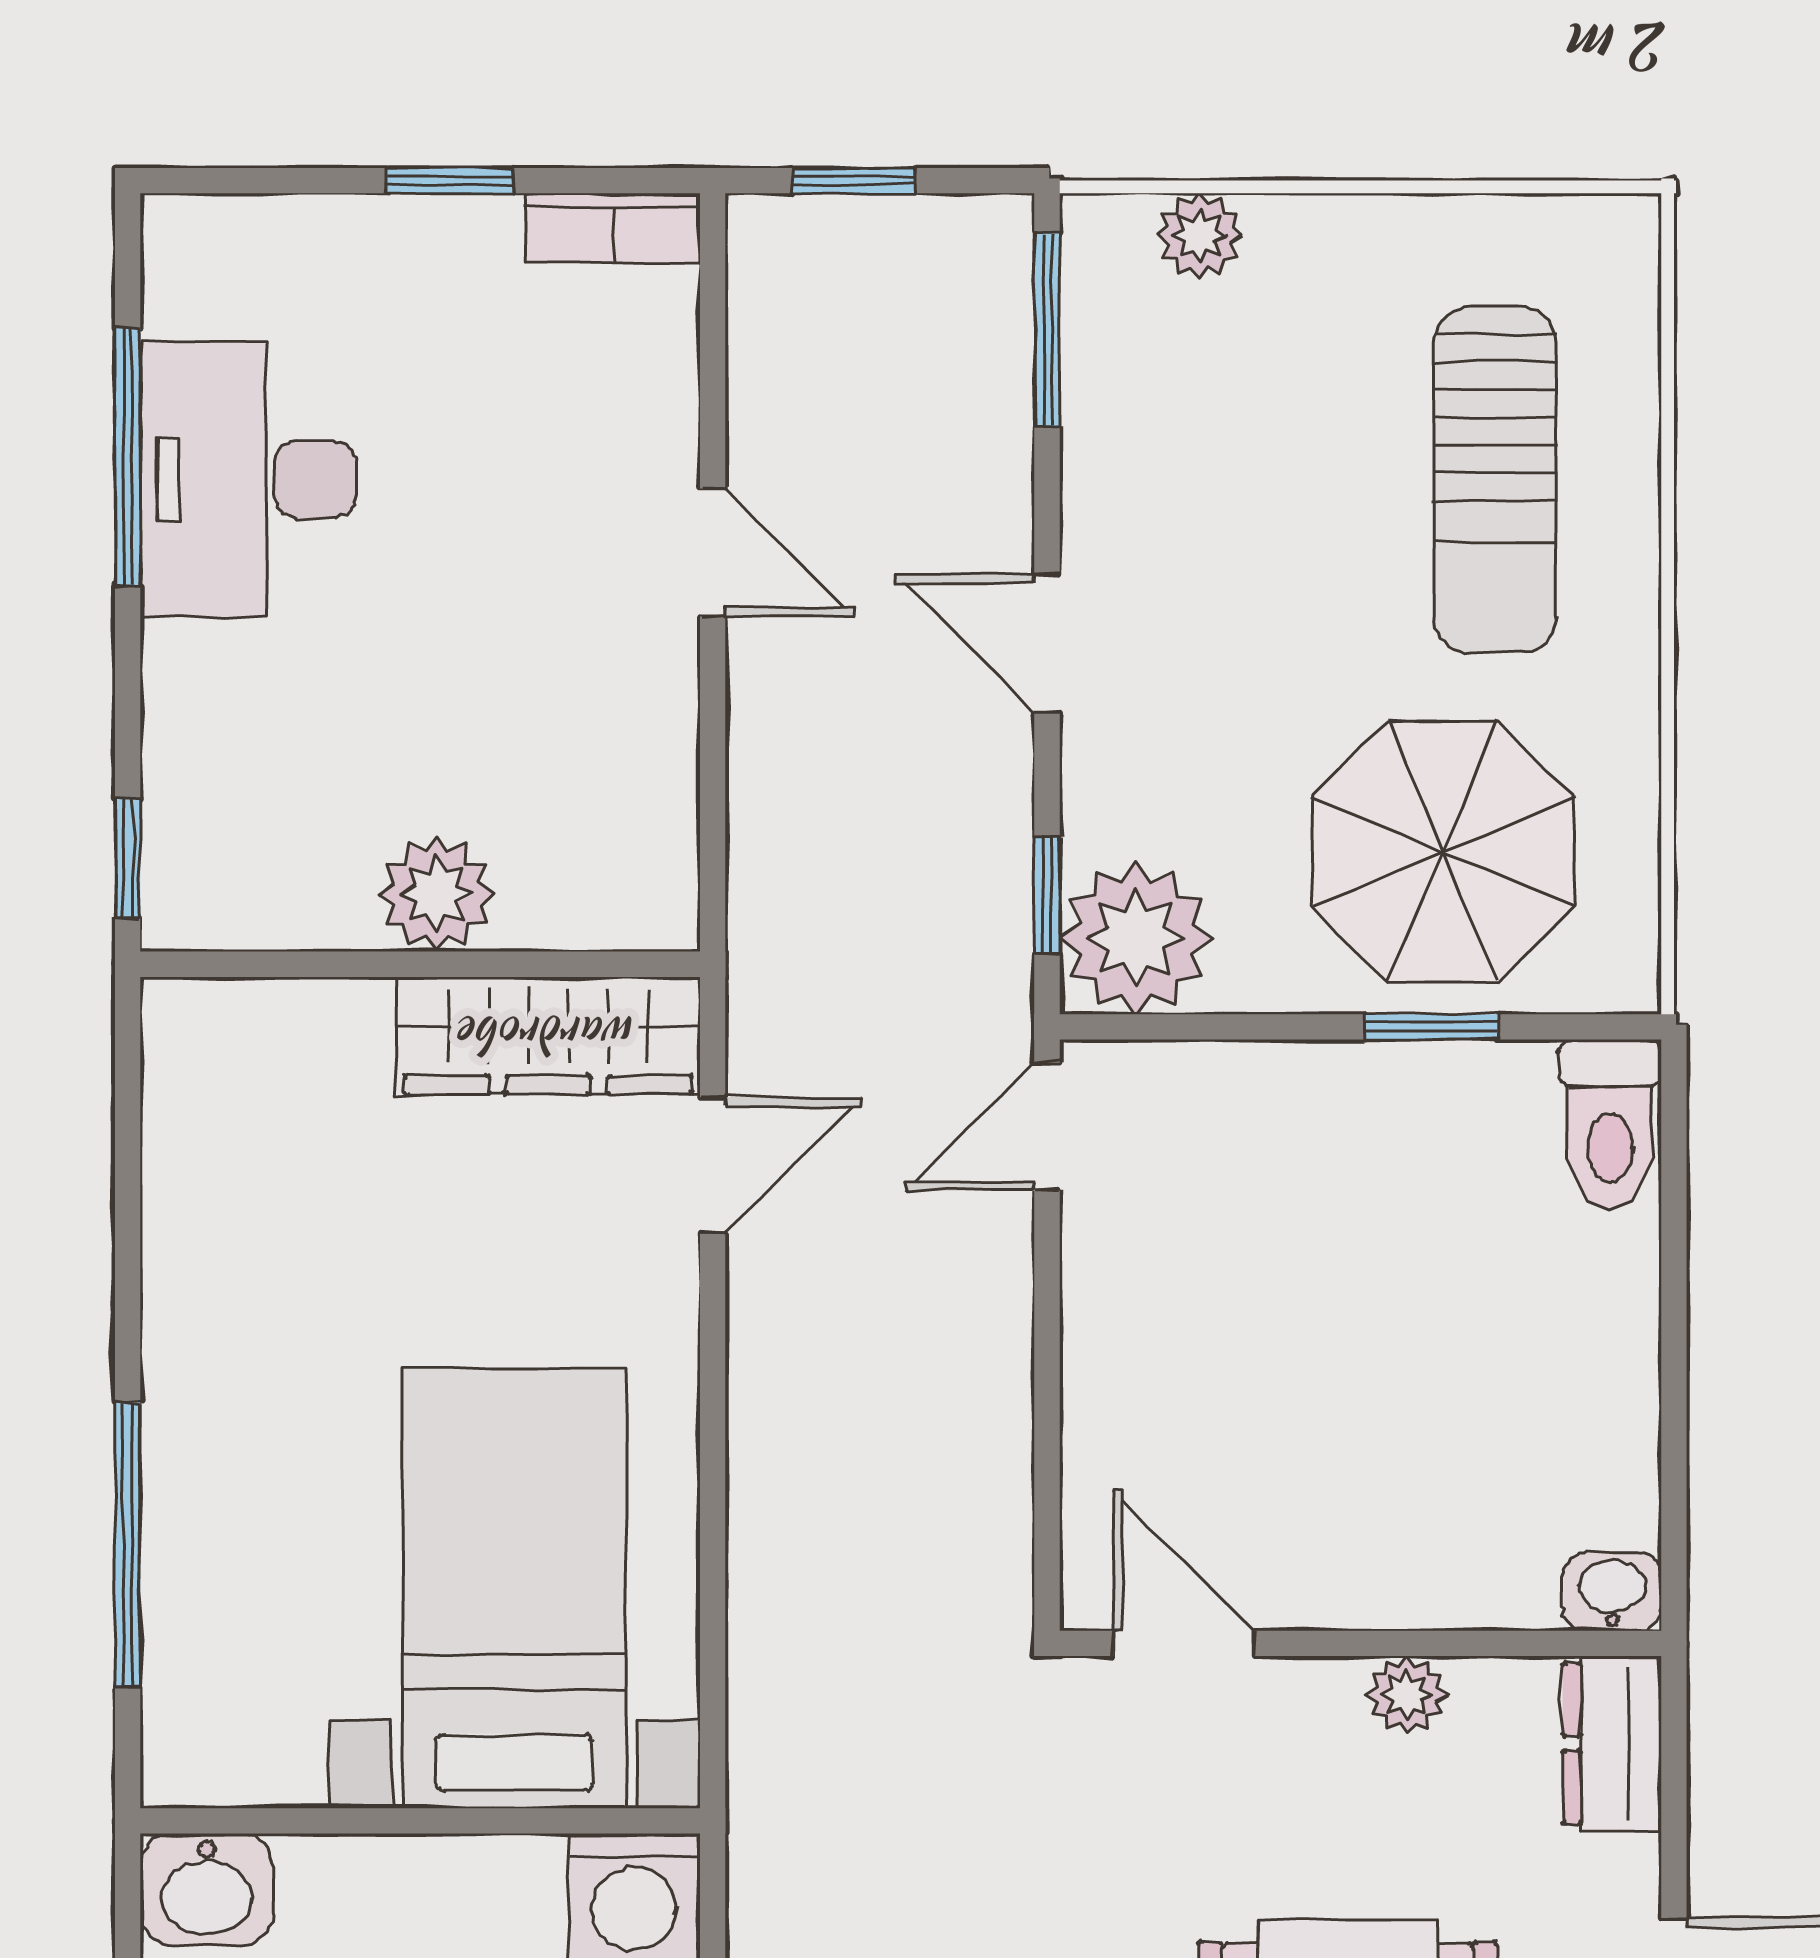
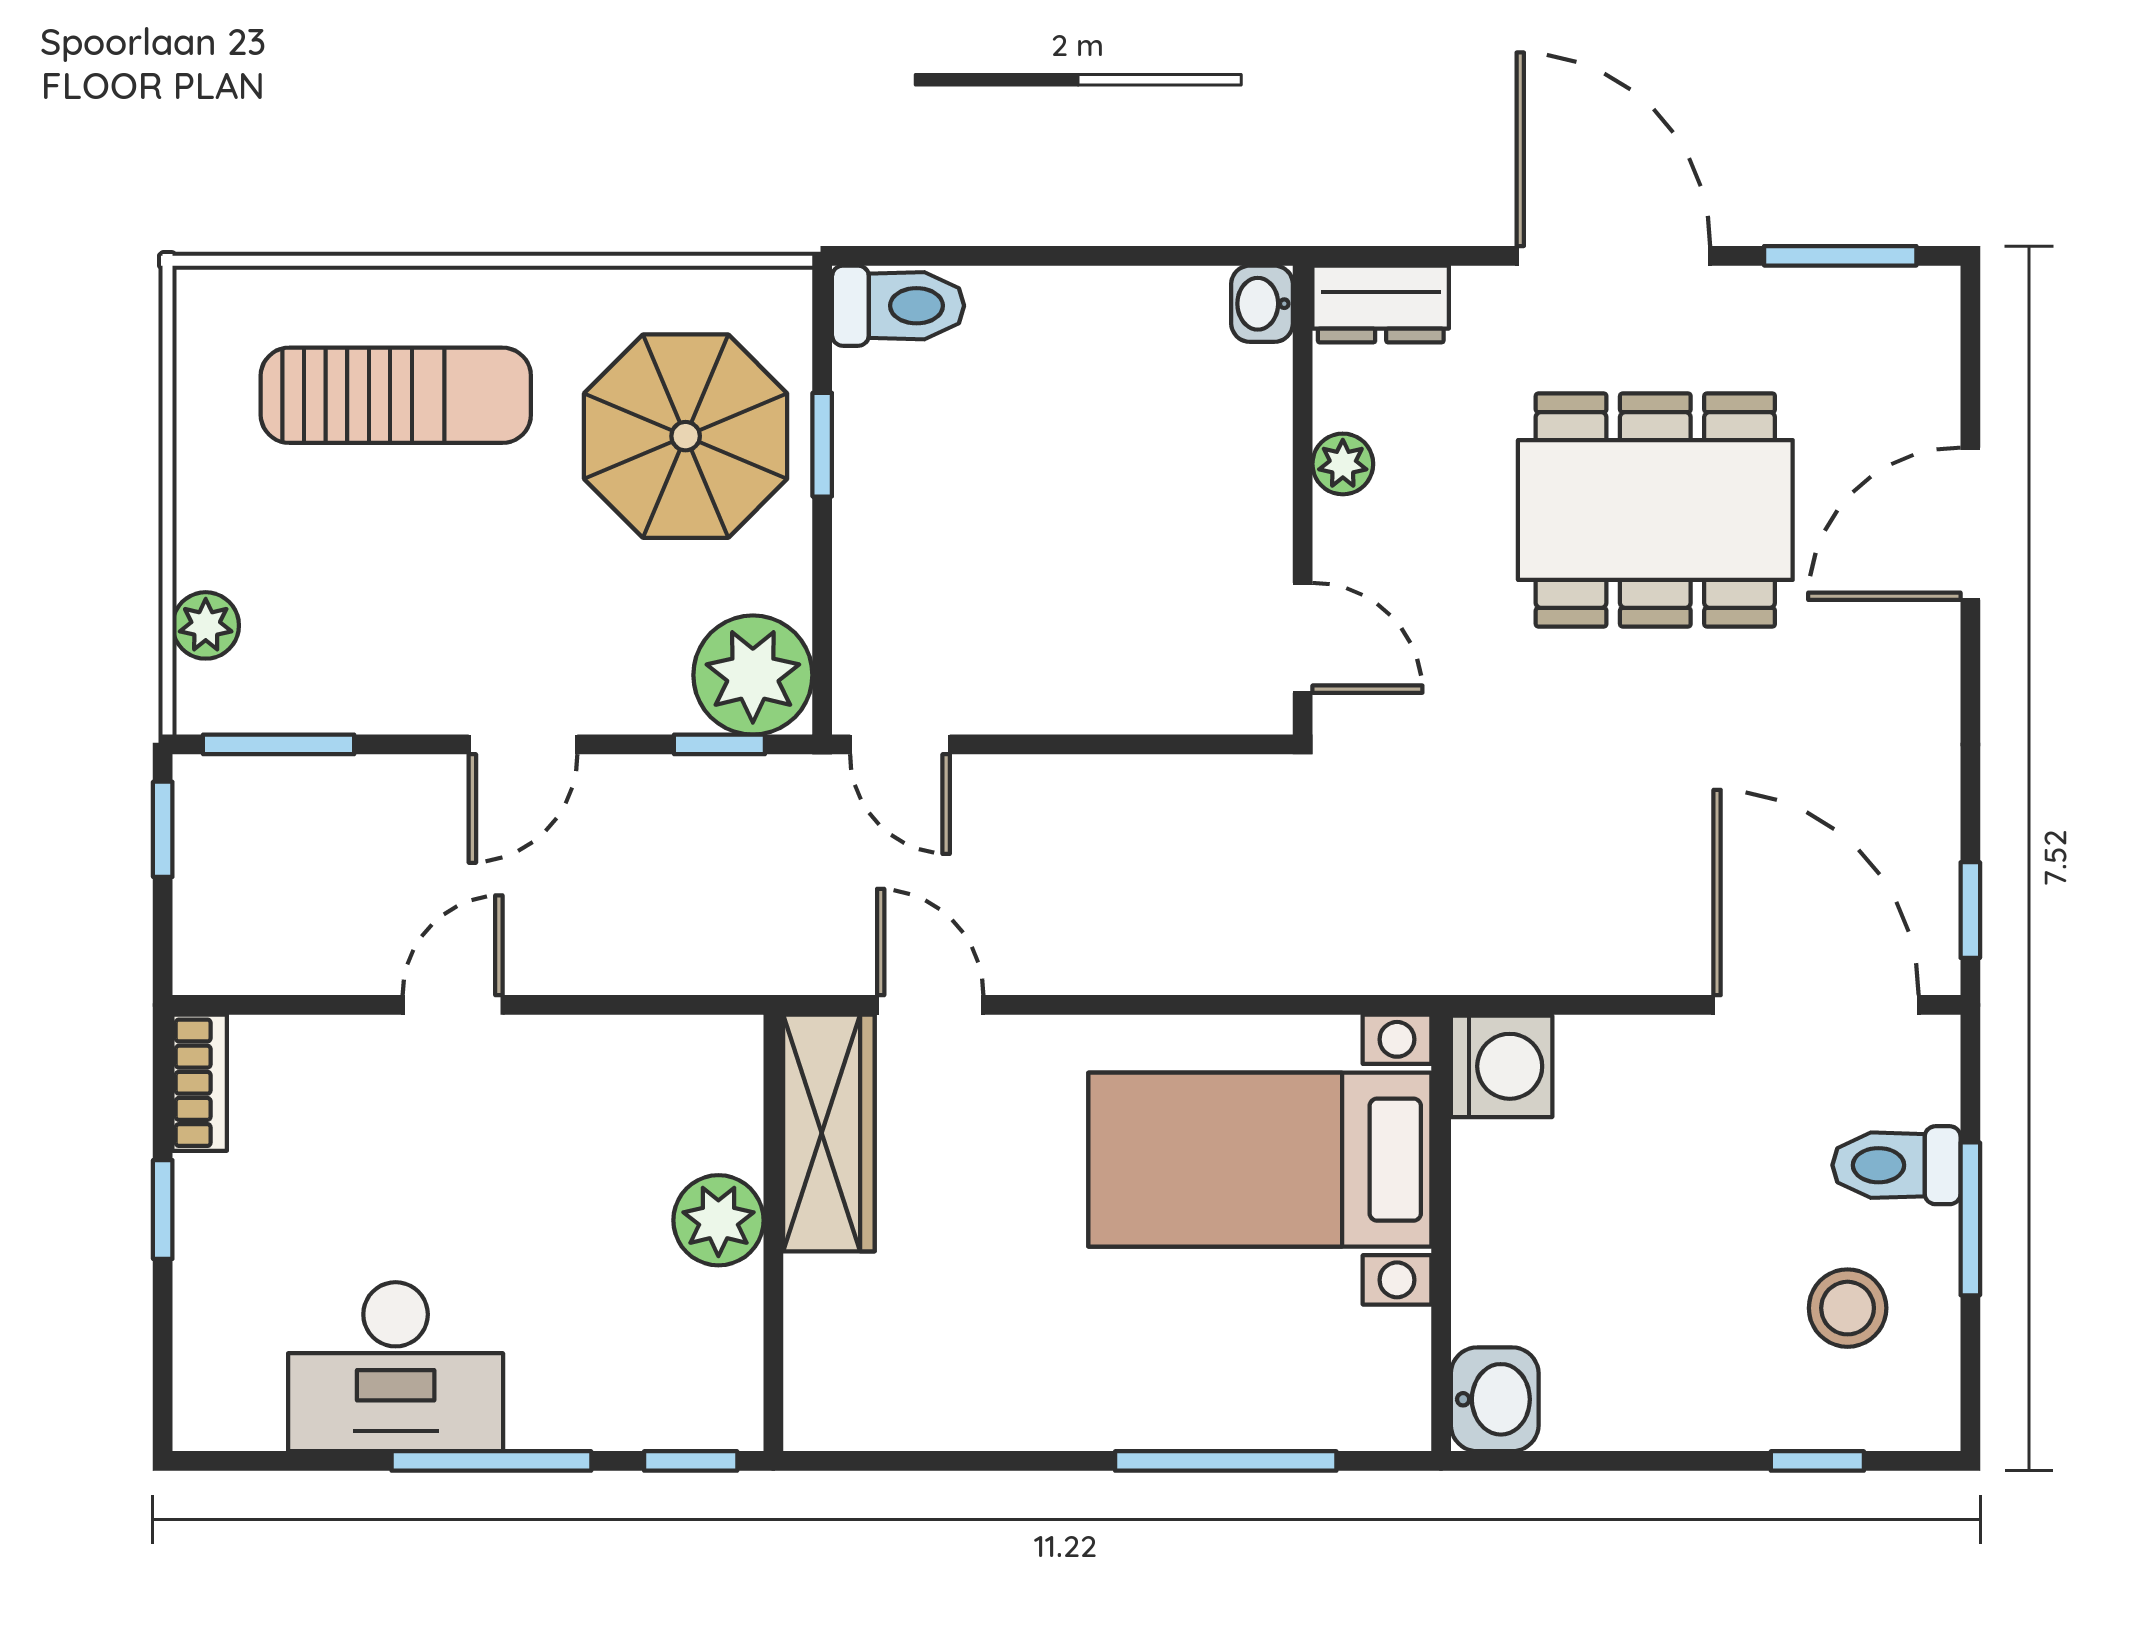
window: (854, 181) -> (163, 829), moved
window: (128, 457) -> (491, 1461), moved
door: (1184, 1643) -> (1303, 638), swing flipped

